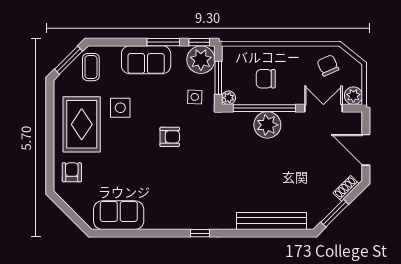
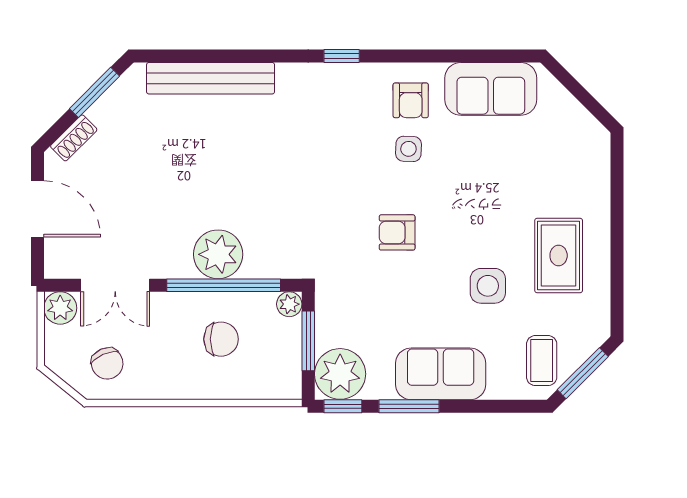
side table: (195, 97) -> (408, 149), moved
rug: (82, 124) -> (559, 256), width x0.73, depth x0.70
armchair: (72, 172) -> (411, 100), moved

